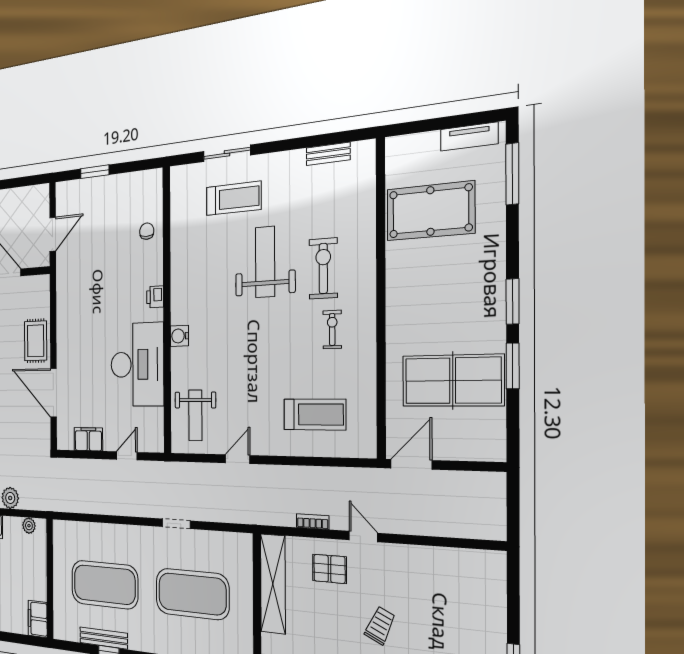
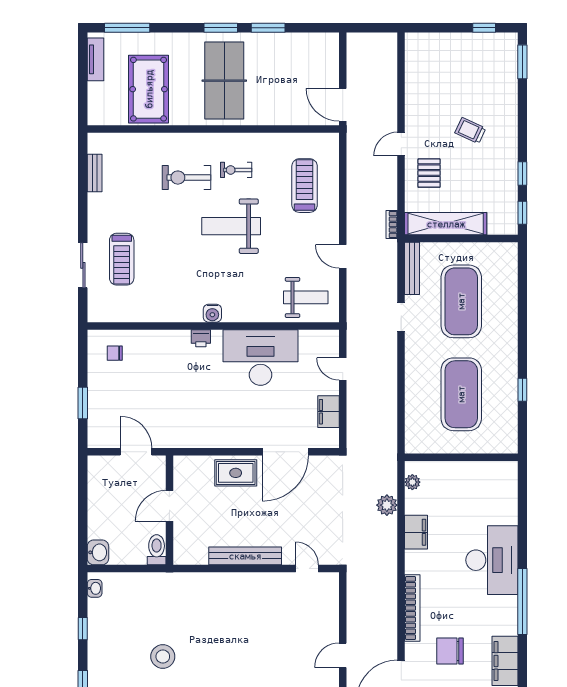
treadmill: (234, 198) -> (122, 259), turned 180
chair: (147, 231) -> (115, 353), moved
weight bench: (265, 262) -> (231, 226), moved
water cooler: (179, 336) -> (212, 313), moved
table tennis table: (453, 381) -> (224, 81), moved
bookcase: (313, 522) -> (392, 225), moved
filing cabinet: (38, 619) -> (501, 472), removed
bench: (104, 638) -> (412, 268), moved

